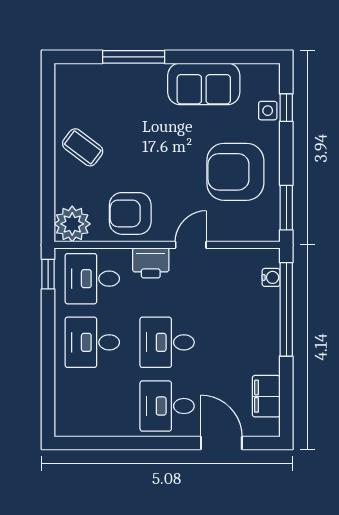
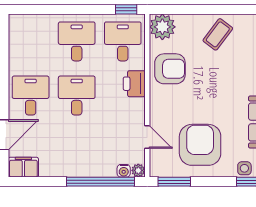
armchair: (130, 213) -> (170, 69), turned 90
door: (191, 245) -> (147, 137), moved
plant: (271, 257) -> (138, 170), added
filing cabinet: (266, 396) -> (23, 167), moved

